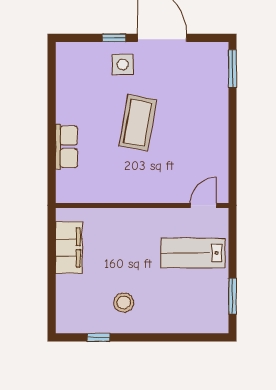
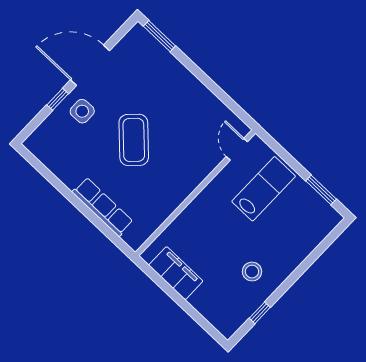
coffee table: (138, 123) -> (134, 140), turned 35
row of seats: (66, 147) -> (103, 207), width x1.48
lab bench: (193, 253) -> (264, 189), turned 180

